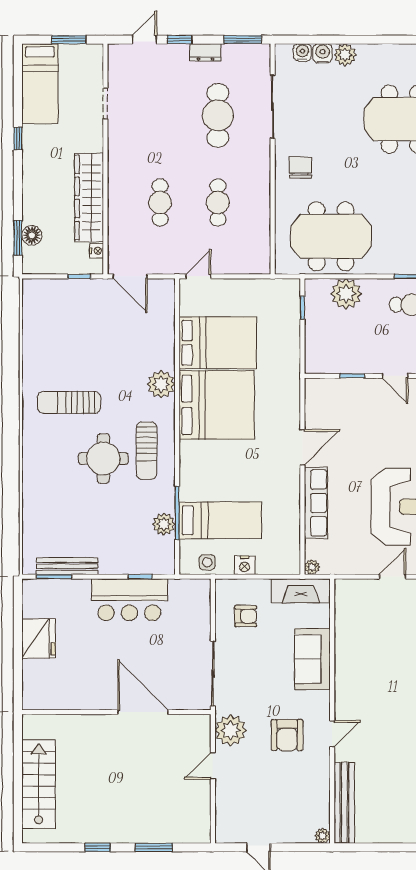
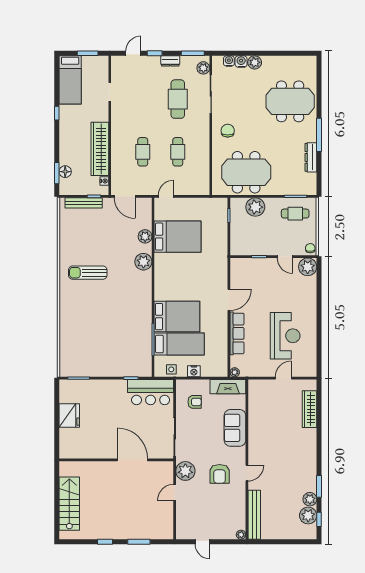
plant: (260, 64) -> (203, 68), added
bed: (216, 405) -> (177, 317), moved, width x0.73
sun lounger: (147, 451) -> (135, 302), removed
round table: (103, 459) -> (108, 307), removed
plant: (164, 524) -> (145, 236), moved
bench: (67, 566) -> (84, 203), moved
bar counter: (129, 600) -> (151, 392), moved

